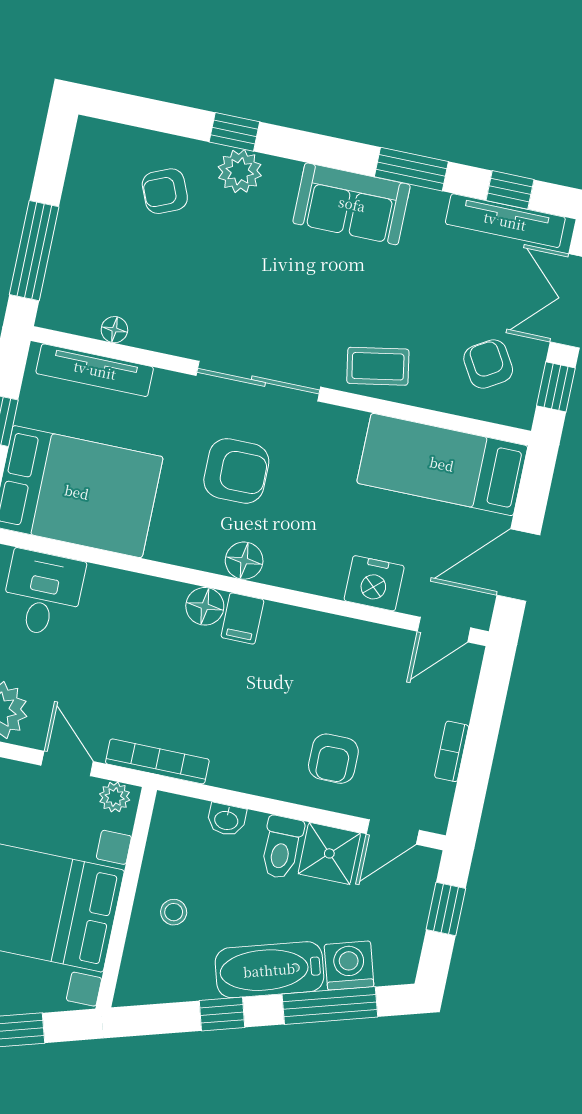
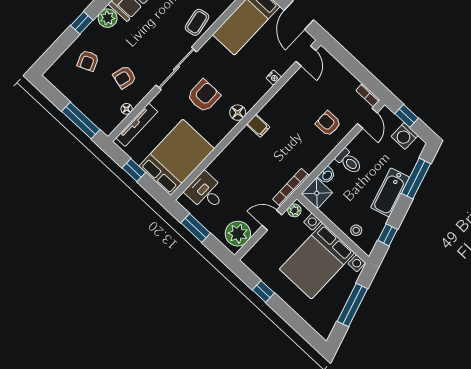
plant: (240, 171) -> (108, 18), moved
armchair: (177, 287) -> (125, 77), added
nightstand: (374, 583) -> (274, 78), width x0.53, depth x0.56
floor lamp: (205, 606) -> (246, 137), removed
bookcase: (452, 751) -> (368, 95), moved
armchair: (333, 759) -> (328, 124), turned 180
shower: (329, 853) -> (317, 193), moved
stool: (174, 912) -> (356, 230), moved
washing machine: (349, 966) -> (405, 136), moved, turned -74
window: (222, 1014) -> (388, 235), moved

